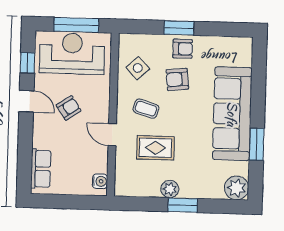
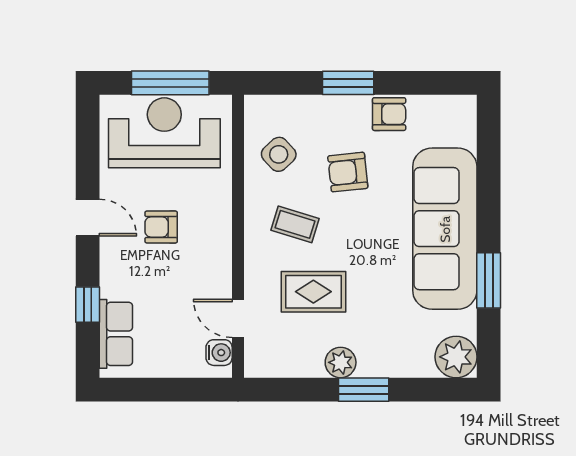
armchair: (183, 49) -> (389, 114), moved
window: (28, 63) -> (88, 305), moved
armchair: (69, 108) -> (161, 227), turned -146
door: (112, 135) -> (238, 318), moved

